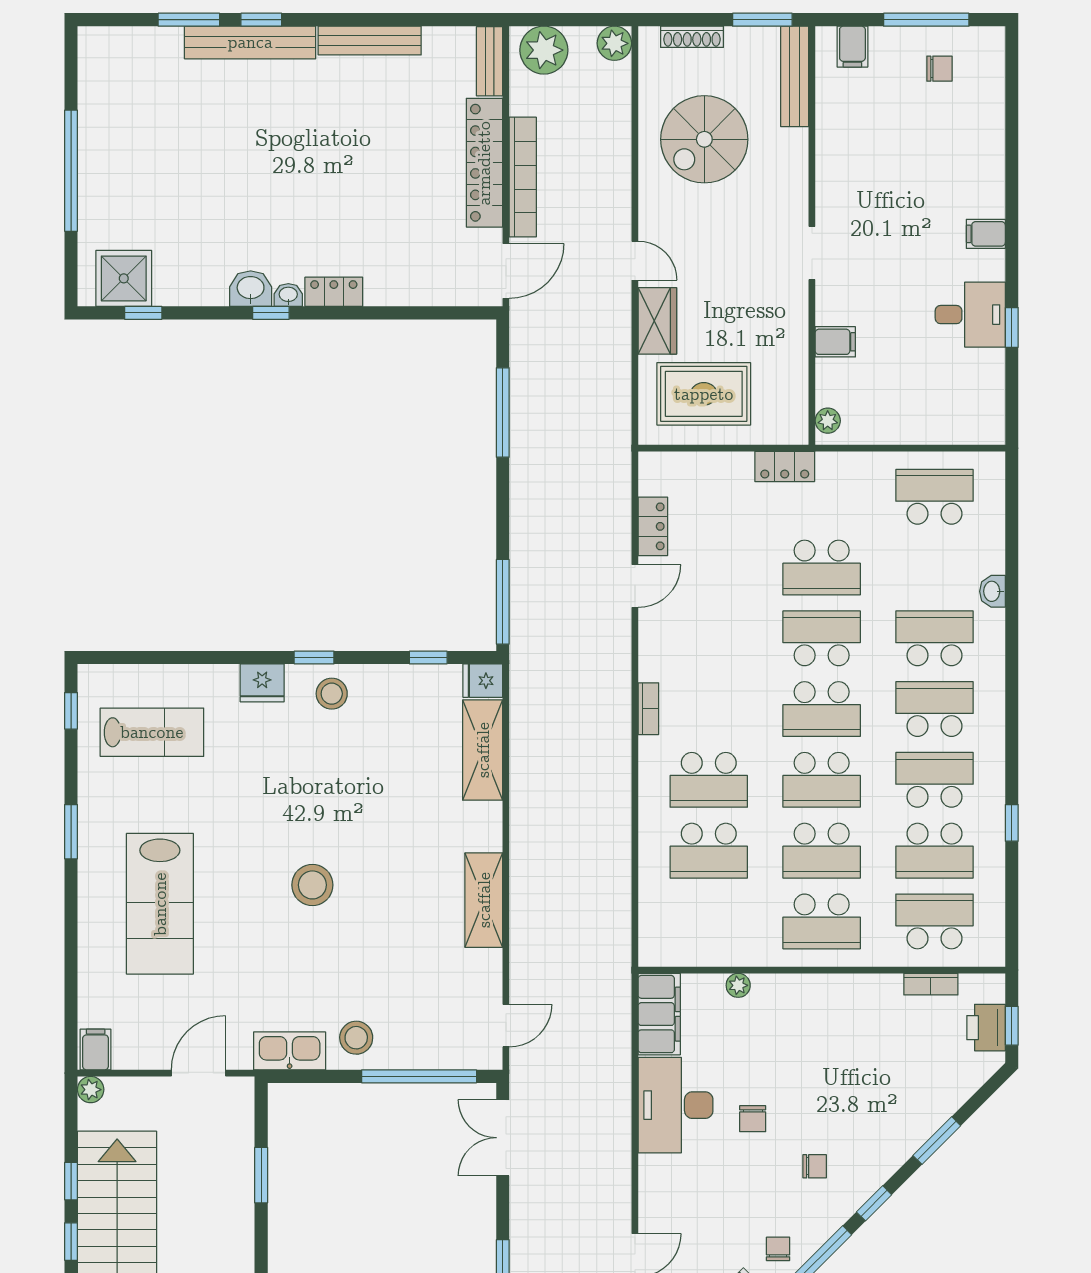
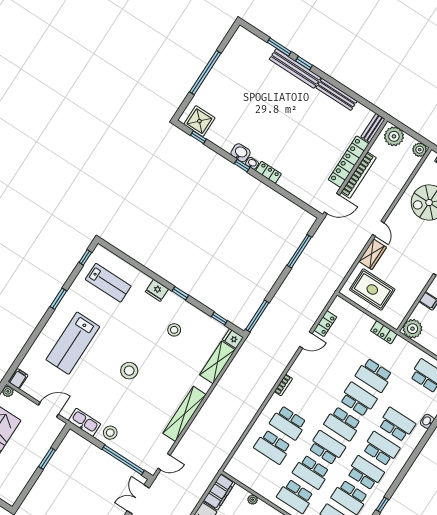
plant: (828, 421) -> (413, 329), width x1.88, depth x1.88
stool: (332, 694) -> (174, 330), moved
school desk: (822, 780) -> (327, 448), turned 180
shelving: (484, 900) -> (184, 414), width x1.47

